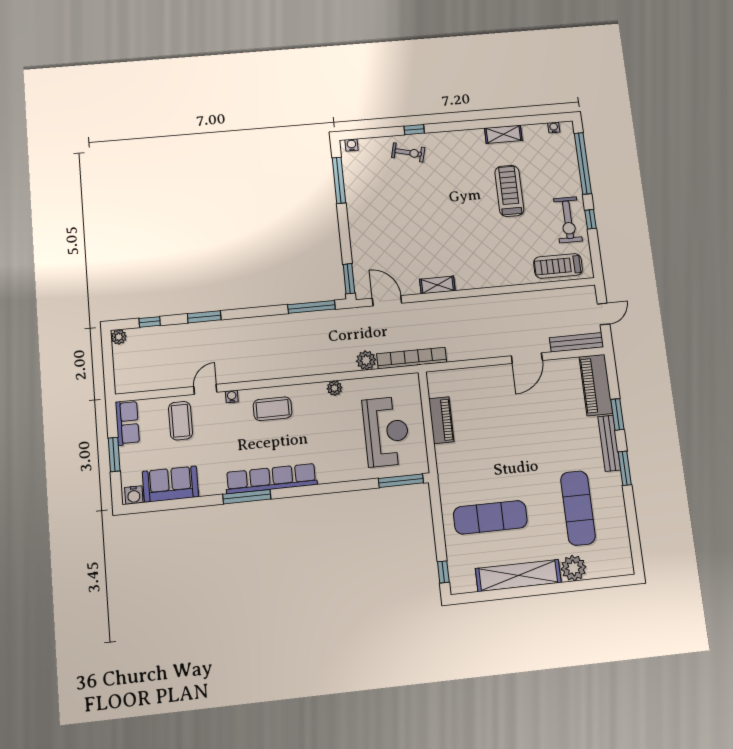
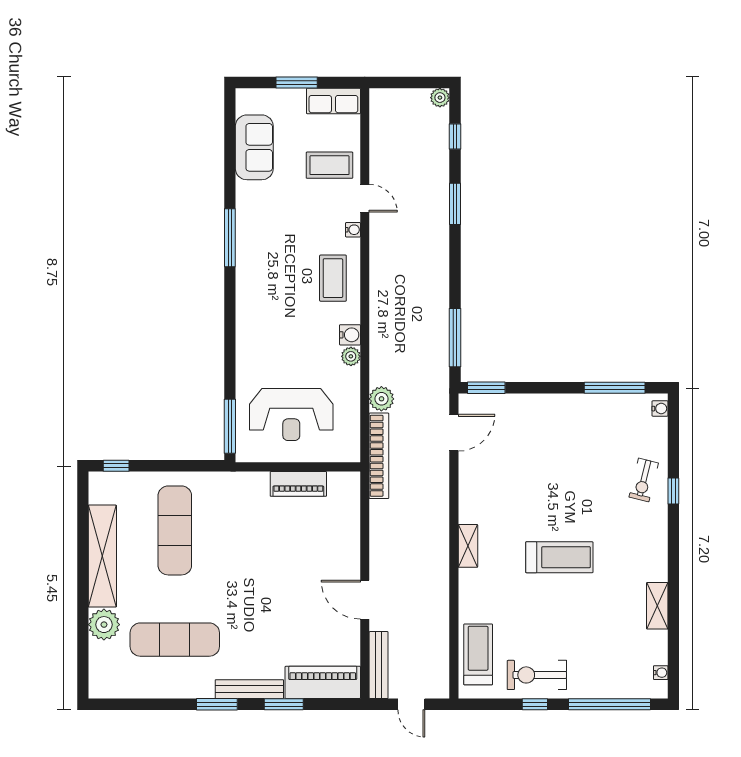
treadmill: (509, 191) -> (559, 557), moved
shelving: (437, 285) -> (468, 546), moved
row of seats: (271, 479) -> (249, 269), removed
water cooler: (134, 495) -> (350, 335), moved, turned 180

